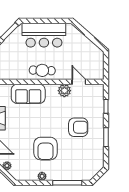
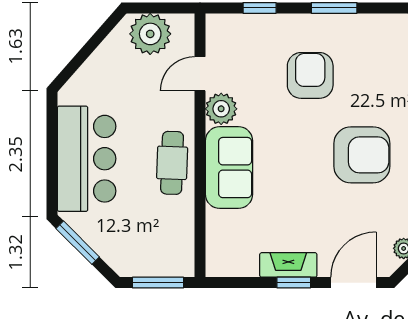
plant: (95, 61) -> (150, 34), added
sofa: (28, 94) -> (229, 168), moved

